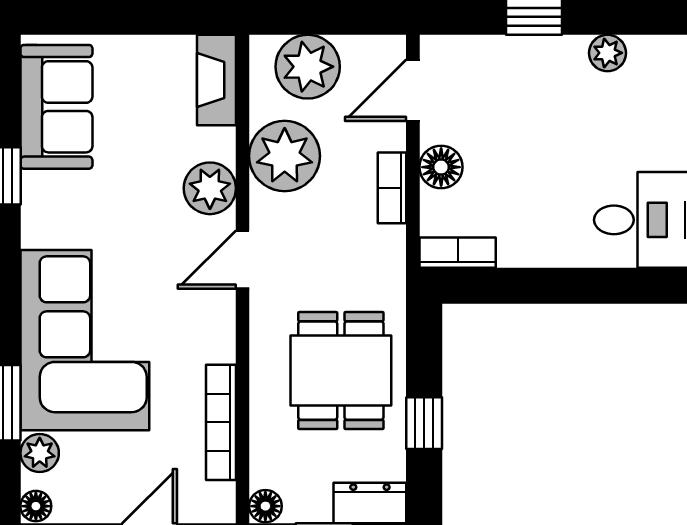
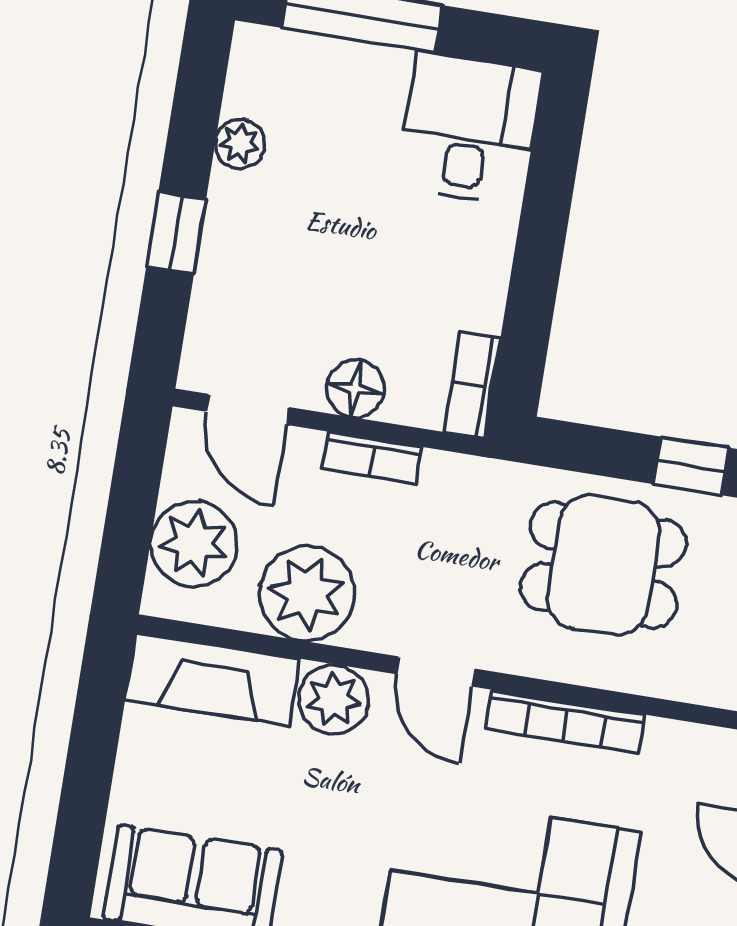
fireplace: (216, 80) -> (213, 679), width x1.37, depth x1.32
bookcase: (221, 422) -> (565, 722), moved

